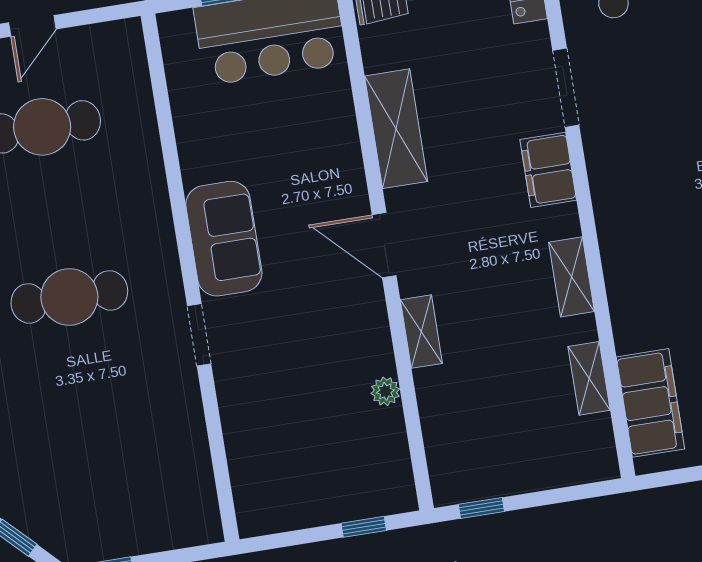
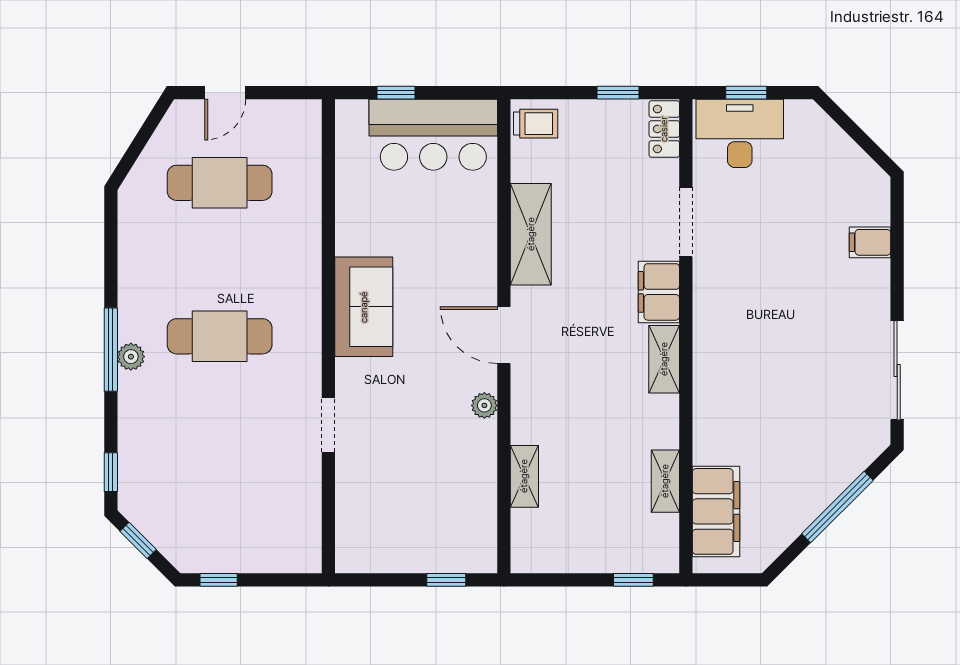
shelving: (571, 277) -> (664, 359), moved
shelving: (421, 332) -> (524, 476), moved
doorway: (199, 335) -> (328, 425), moved
plant: (385, 391) -> (484, 405), moved
window: (481, 508) -> (633, 580), moved

